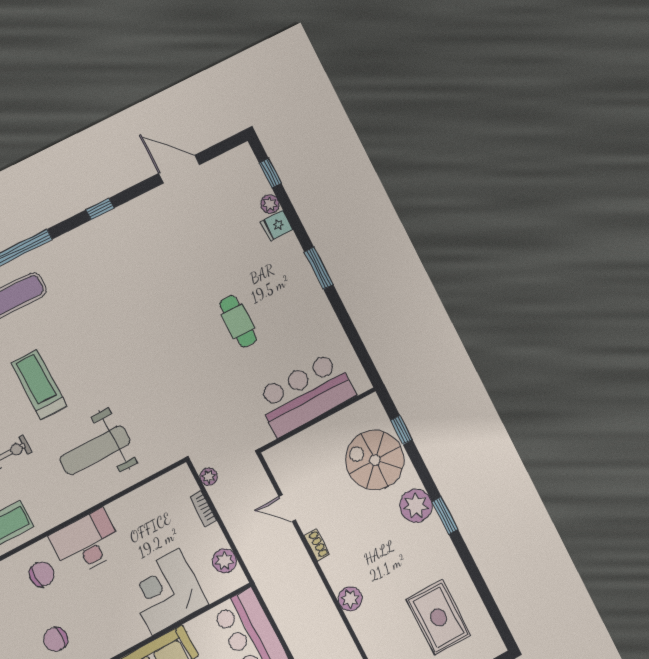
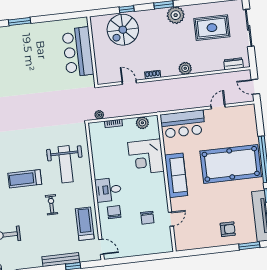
cafe table: (238, 321) -> (30, 71), removed
window: (401, 430) -> (127, 9), moved
plant: (416, 506) -> (176, 15), moved
door: (287, 508) -> (129, 82), swing flipped
desk: (86, 543) -> (108, 190), width x0.73

